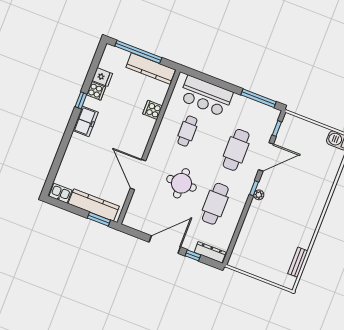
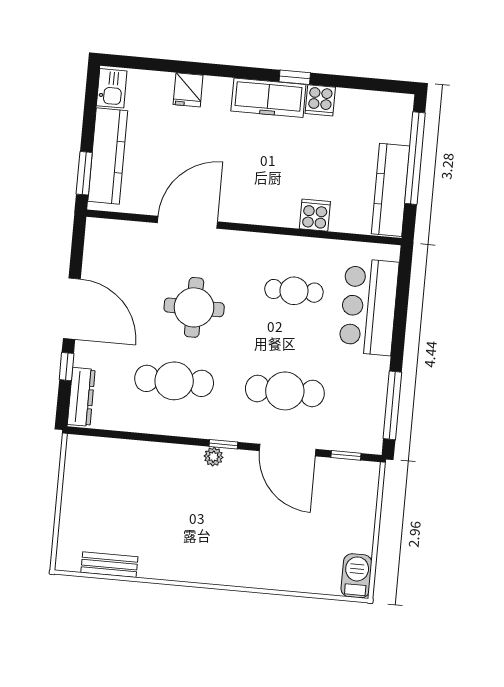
fridge: (102, 77) -> (188, 90), moved
freezer: (85, 121) -> (268, 98), width x1.40

